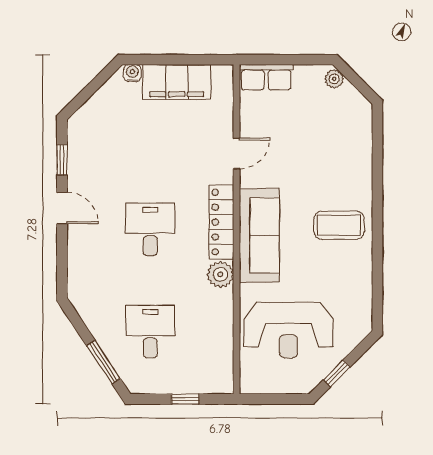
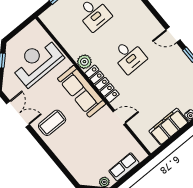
row of seats: (266, 77) -> (124, 167), moved
door: (237, 153) -> (119, 117), swing flipped
double door: (377, 278) -> (18, 114), added

